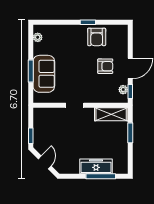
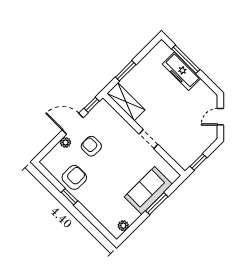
plant: (123, 90) -> (65, 142), moved
window: (31, 136) -> (198, 162), moved

